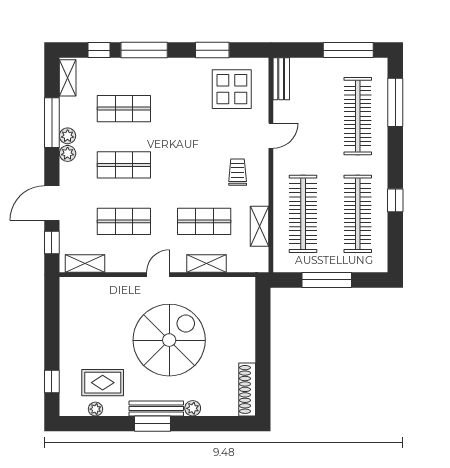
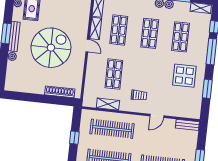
display table: (232, 89) -> (184, 76), moved
door: (271, 136) -> (157, 116), hinge flipped
shelving: (206, 264) -> (96, 28), moved
window: (327, 280) -> (74, 138), width x0.46
spiral stairs: (169, 340) -> (51, 48), turned -90
shoe rack: (247, 389) -> (60, 92), moved

